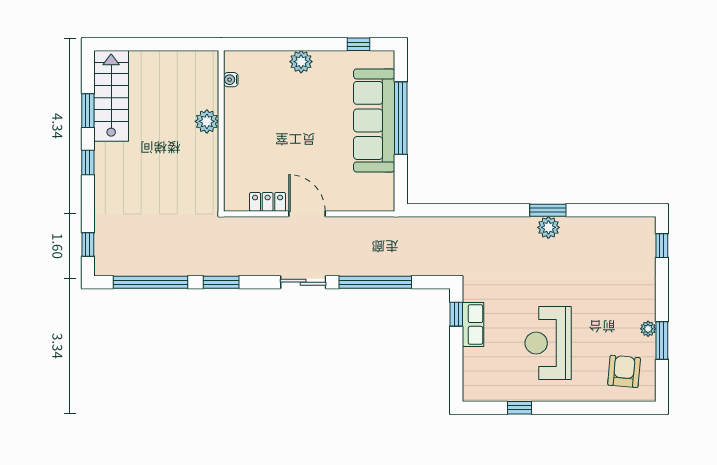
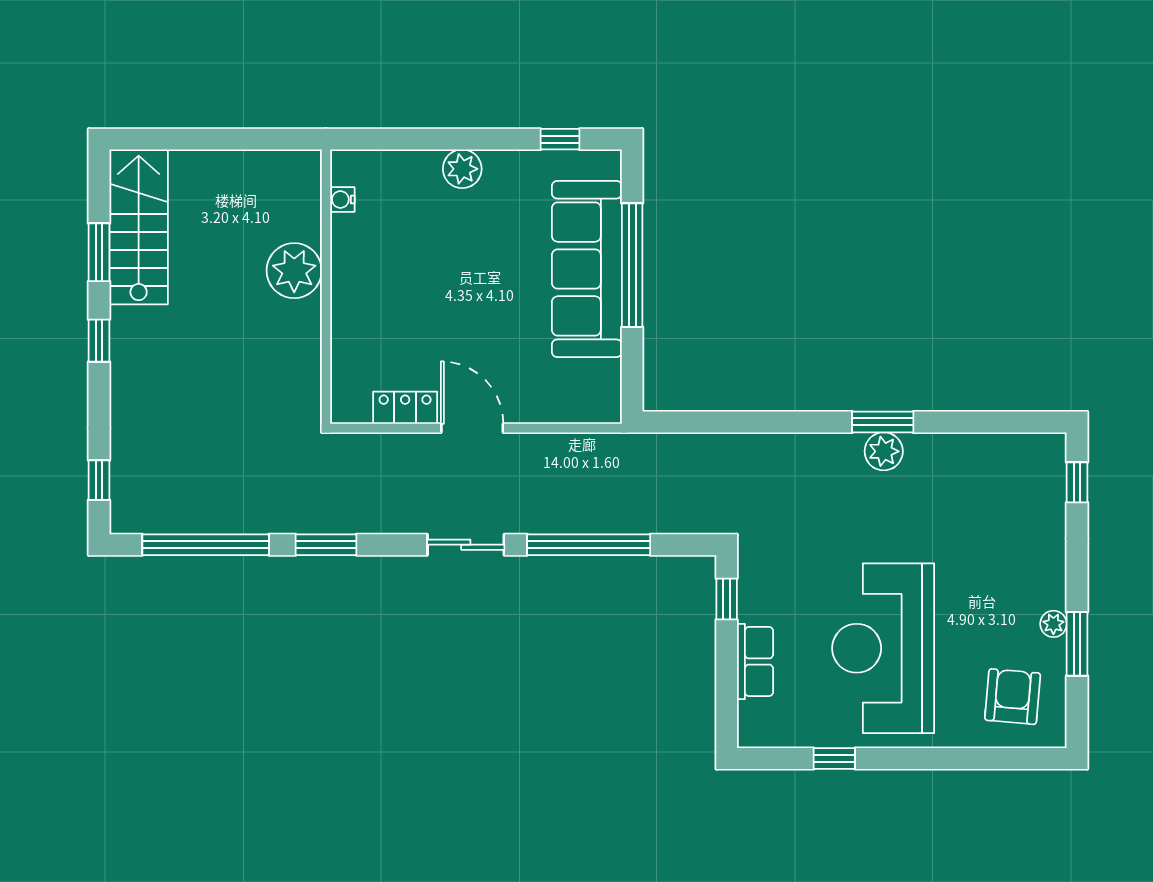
plant: (207, 121) -> (294, 271), width x1.36, depth x1.36
row of seats: (473, 324) -> (755, 662), moved
reception desk: (548, 343) -> (883, 648), width x1.36, depth x1.30

